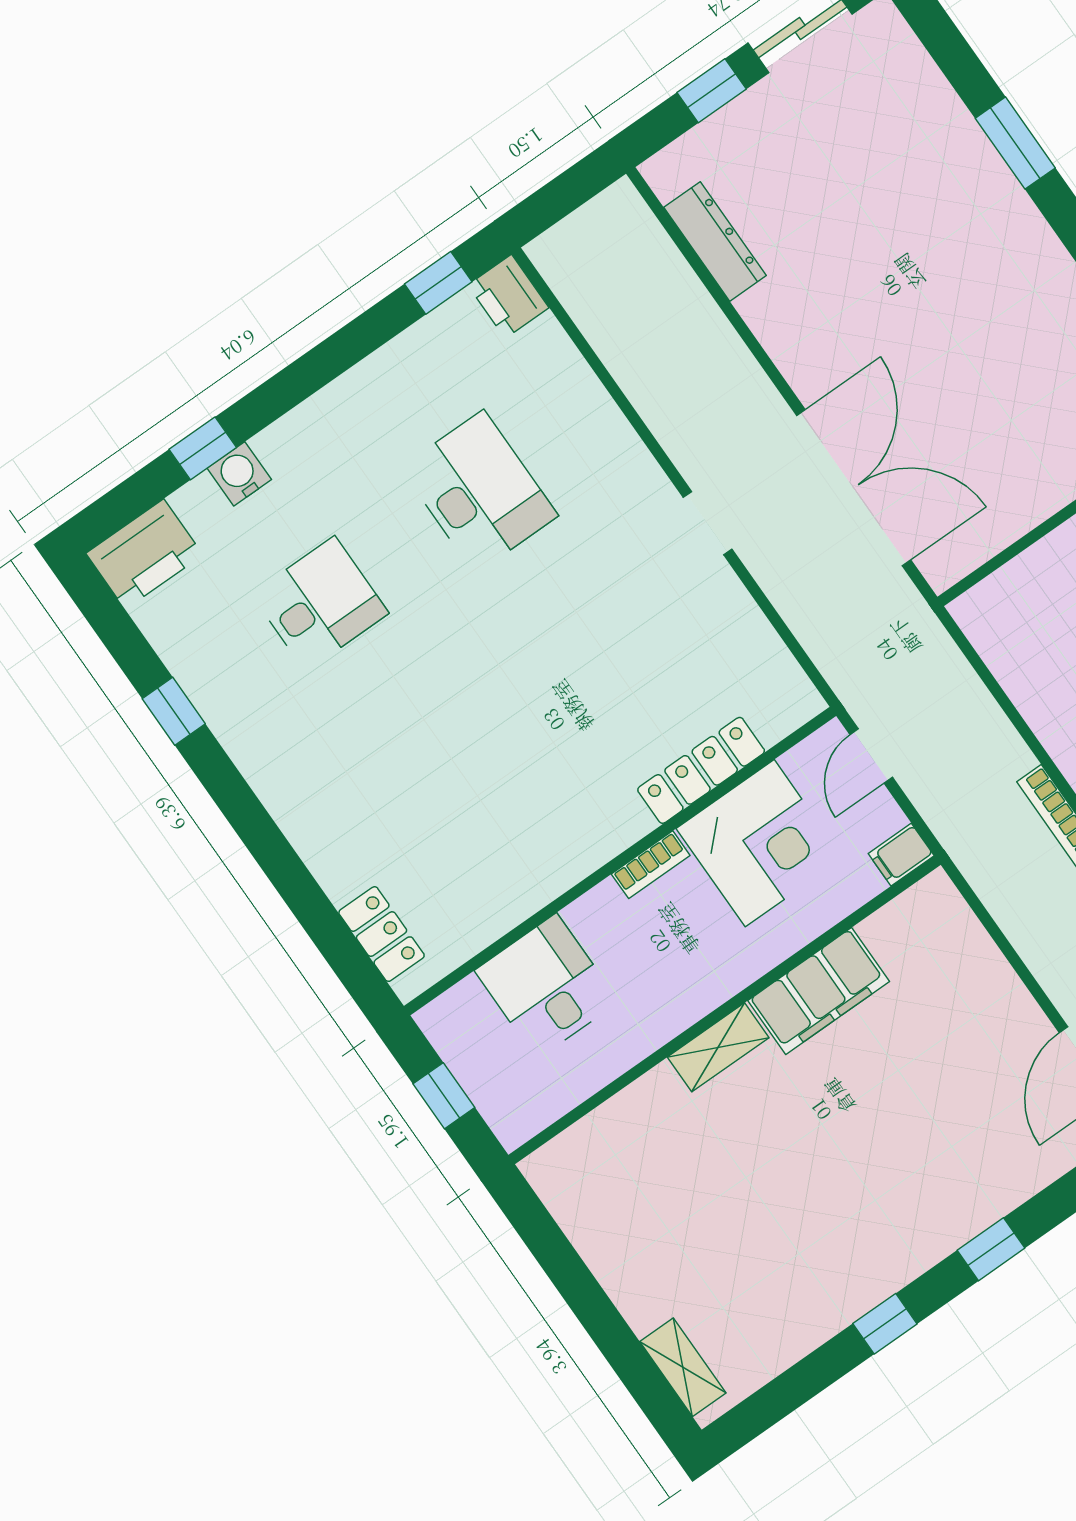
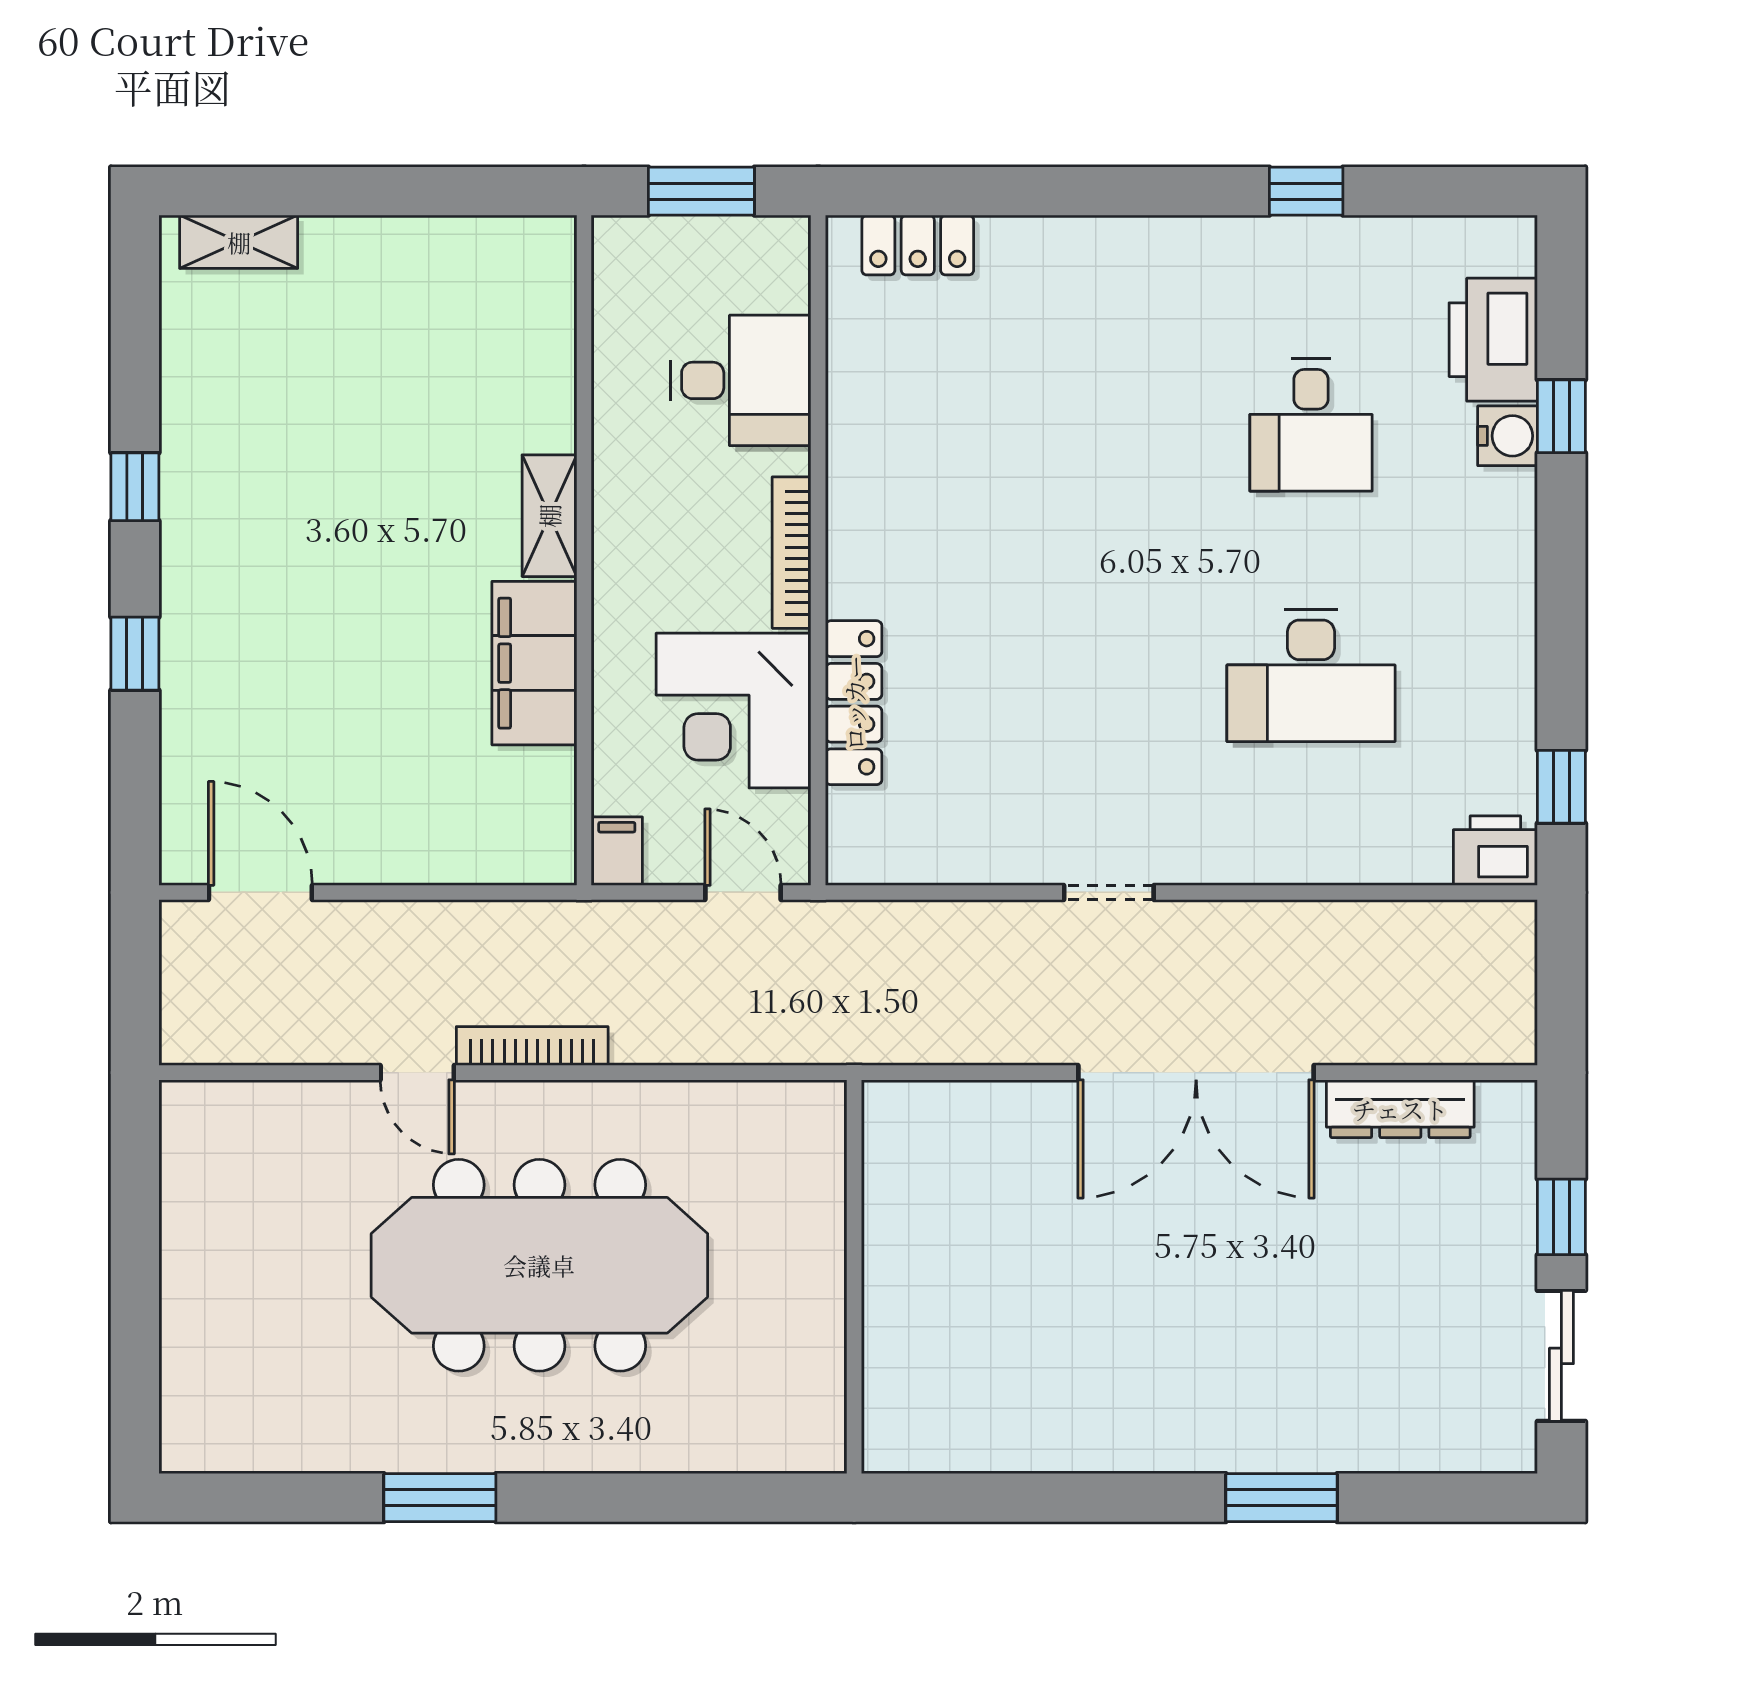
double door: (854, 488) -> (1196, 1073), moved
printer: (144, 554) -> (1493, 340), moved
bookcase: (651, 865) -> (792, 553), width x1.56
window: (444, 1096) -> (701, 191), width x1.50

